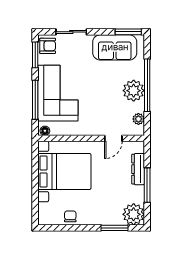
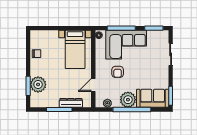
armchair: (48, 46) -> (118, 72), moved
sofa: (115, 47) -> (153, 98), moved, turned 90
door: (113, 138) -> (93, 85), hinge flipped
bed with nightstands: (64, 171) -> (75, 49), width x0.73
plant: (134, 214) -> (38, 84), moved

